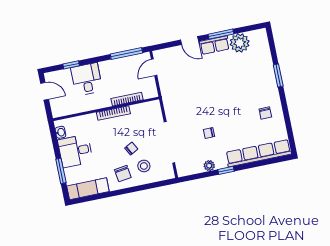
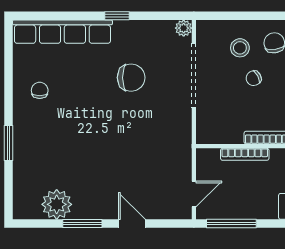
row of seats: (214, 45) -> (96, 209), removed
chair: (209, 133) -> (131, 78), width x1.87, depth x1.87
plant: (209, 166) -> (184, 28), moved

